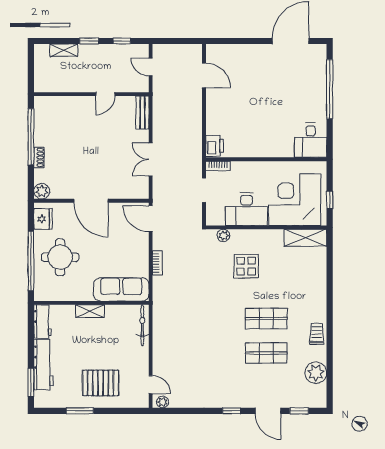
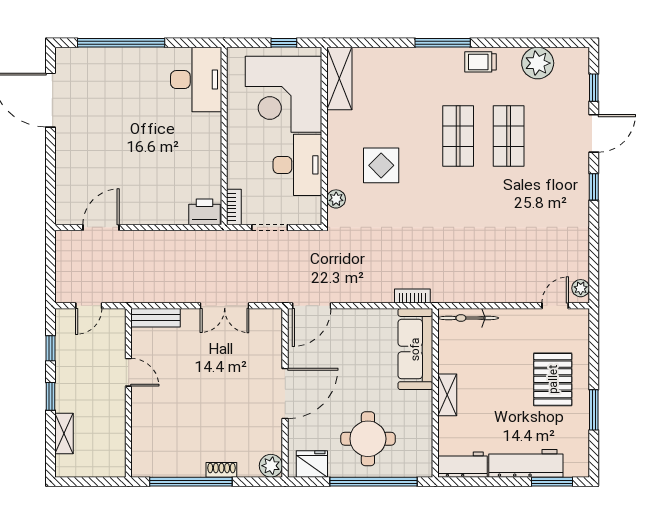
desk: (311, 140) -> (196, 80), width x1.37
bookcase: (157, 263) -> (412, 296), moved
window: (330, 308) -> (443, 43), added

